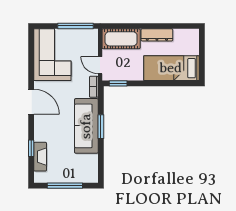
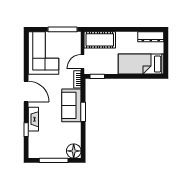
dresser: (157, 35) -> (151, 37), moved
door: (100, 65) -> (83, 62), hinge flipped
sofa: (86, 126) -> (71, 105), width x0.73
fireplace: (40, 157) -> (33, 119), moved
floor lamp: (89, 174) -> (74, 151), added

